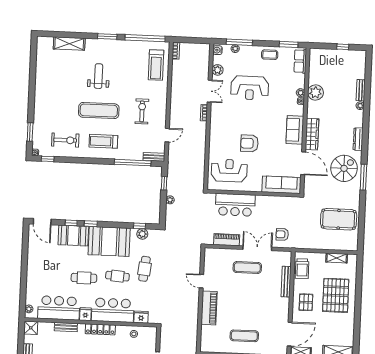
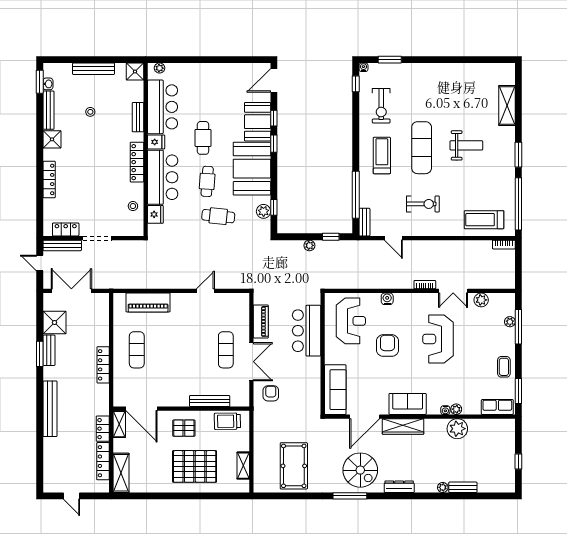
water cooler: (218, 50) -> (387, 299), moved
reception desk: (250, 88) -> (438, 339), moved
piano: (209, 308) -> (148, 302), moved

